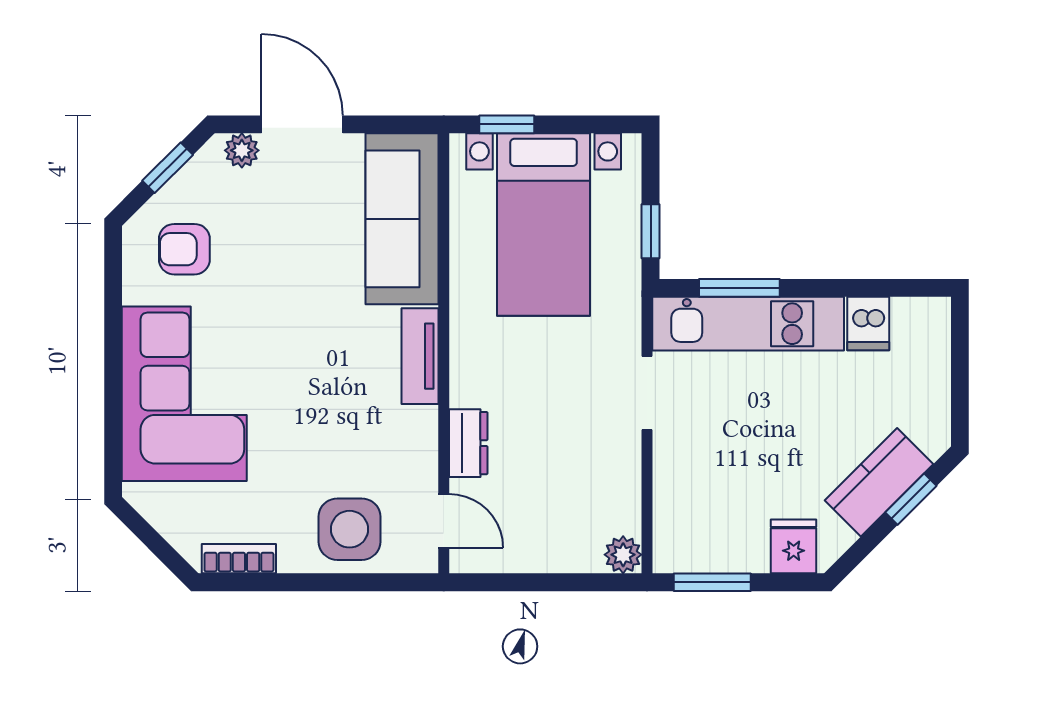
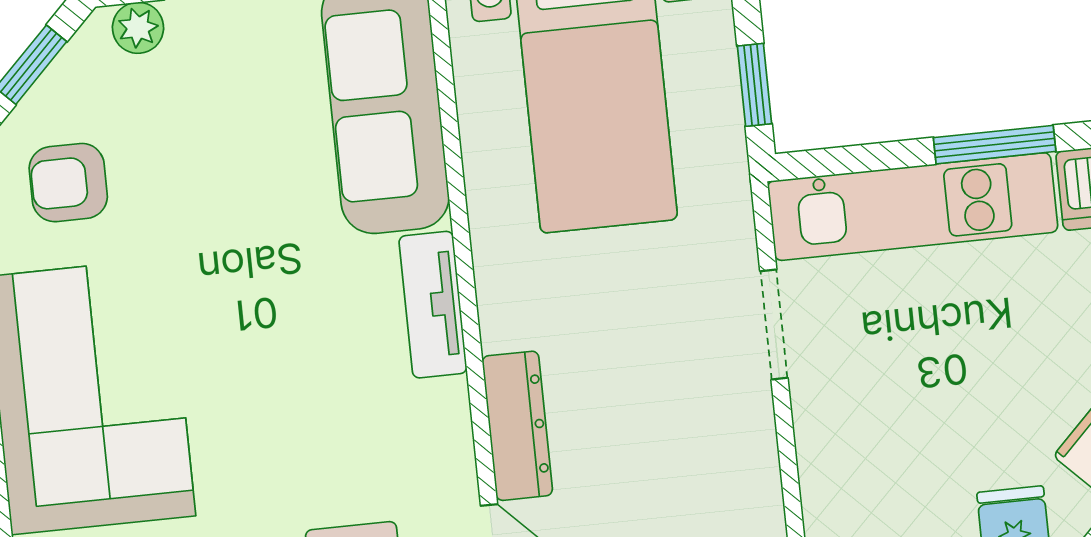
window: (739, 288) -> (995, 145), moved
dresser: (468, 443) -> (517, 426), width x1.44

